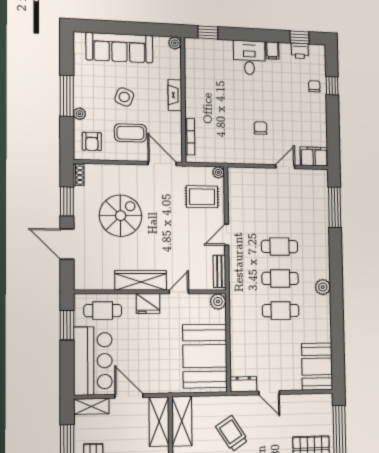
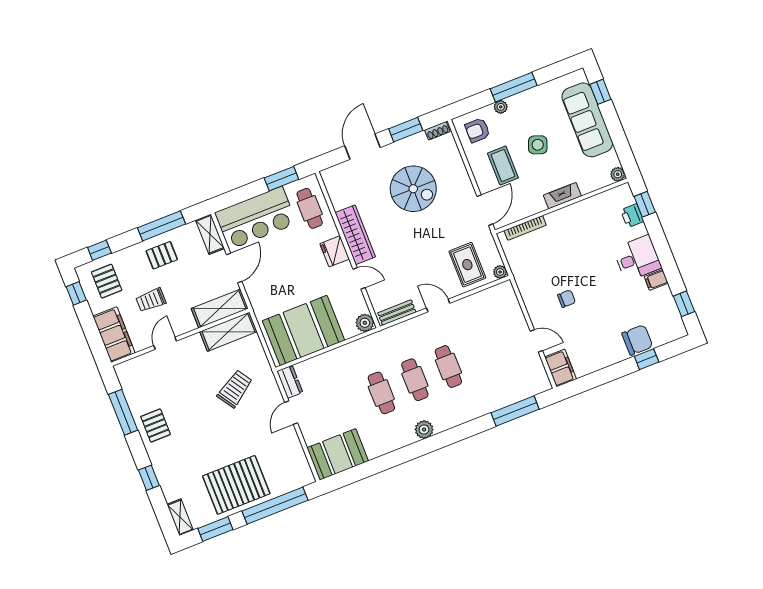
window: (100, 27) -> (600, 92), added
printer: (300, 51) -> (632, 216), moved
chair: (314, 86) -> (637, 340), width x1.87, depth x1.87

